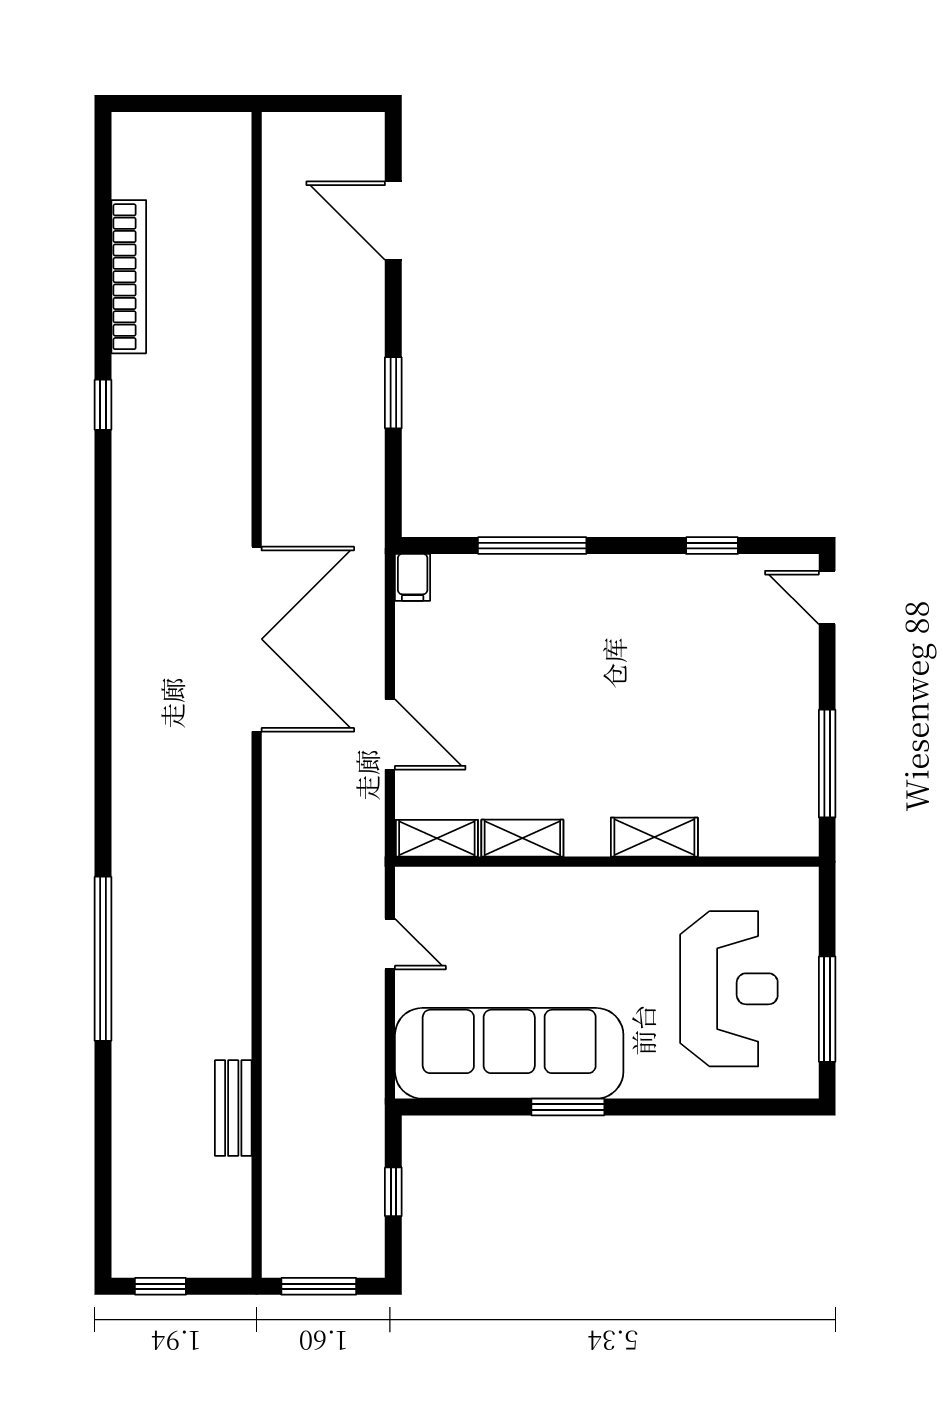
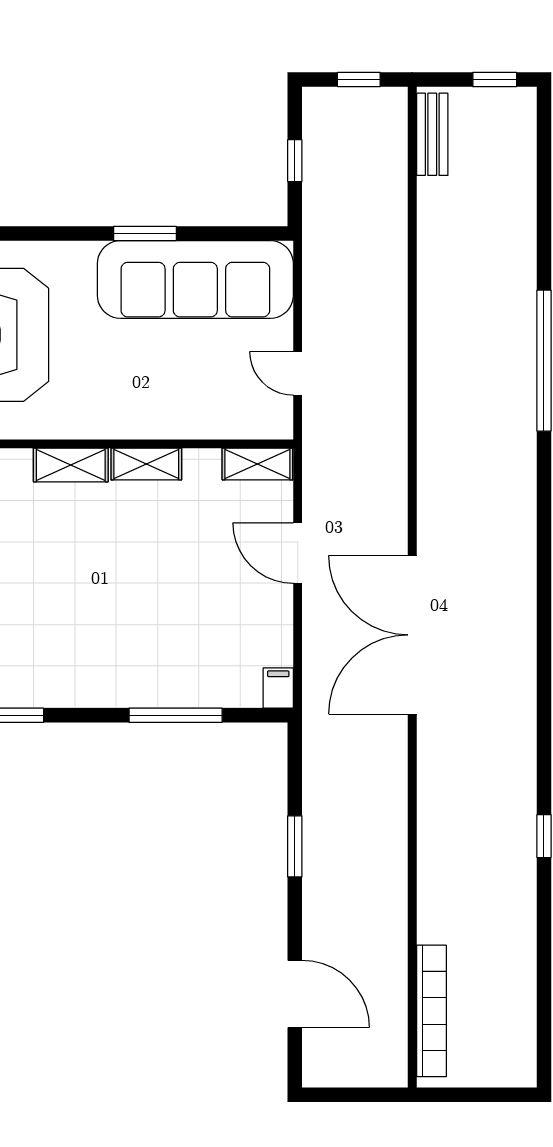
bookcase: (129, 277) -> (431, 1011), moved, turned 180
shelving: (522, 838) -> (146, 464), moved
bench: (233, 1108) -> (432, 134), moved
window: (319, 1286) -> (359, 79), width x0.67

